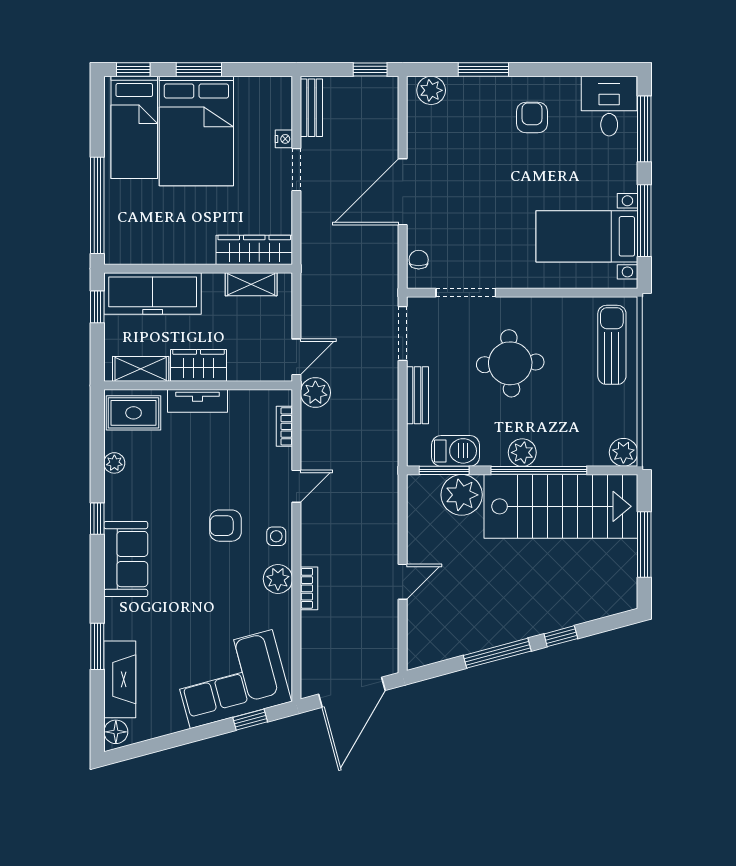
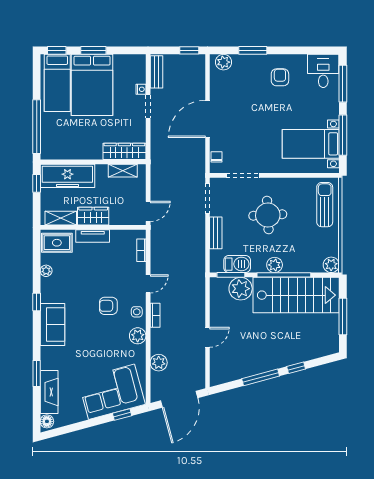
plant: (315, 393) -> (159, 363), moved
bookcase: (309, 588) -> (155, 315), moved

